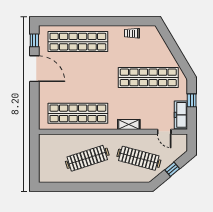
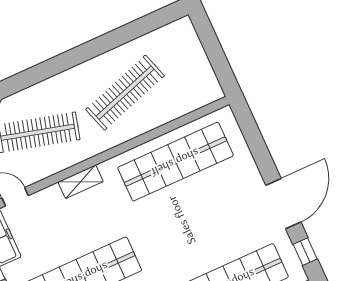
door: (34, 69) -> (283, 204), swing flipped

